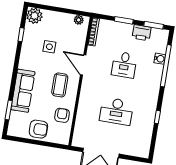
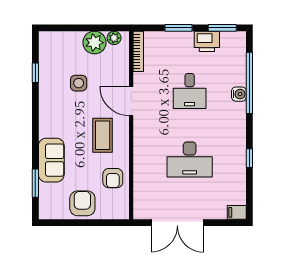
plant: (34, 16) -> (94, 43), moved
water cooler: (160, 59) -> (239, 94), moved
sofa: (23, 91) -> (51, 160), width x0.73
armchair: (62, 115) -> (113, 178), turned 180
armchair: (38, 129) -> (82, 203), turned -90
filing cabinet: (143, 153) -> (237, 212), added

